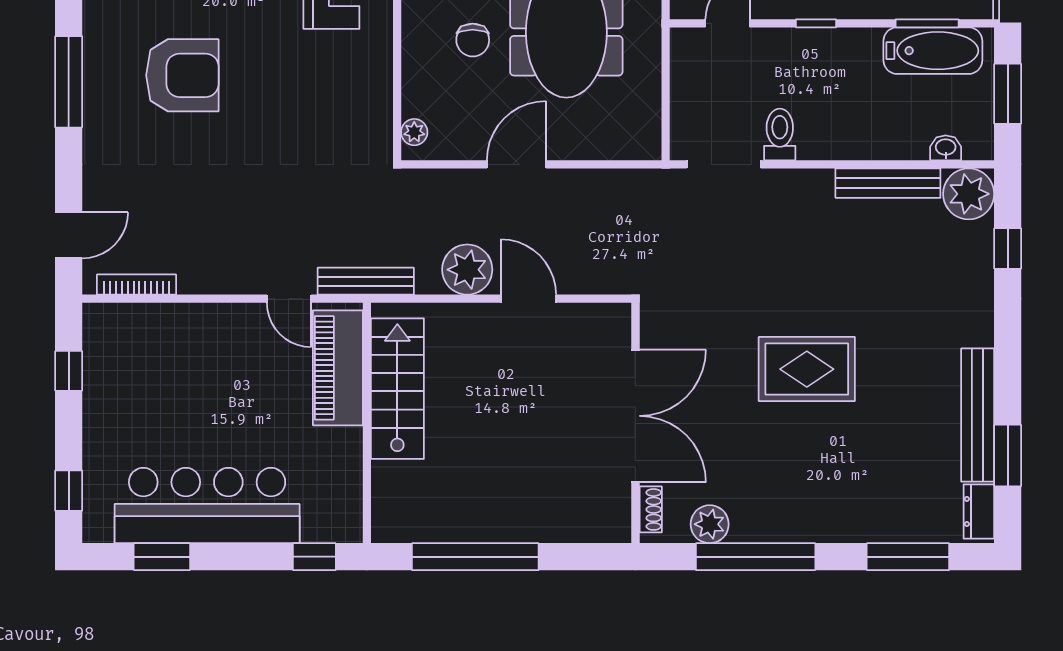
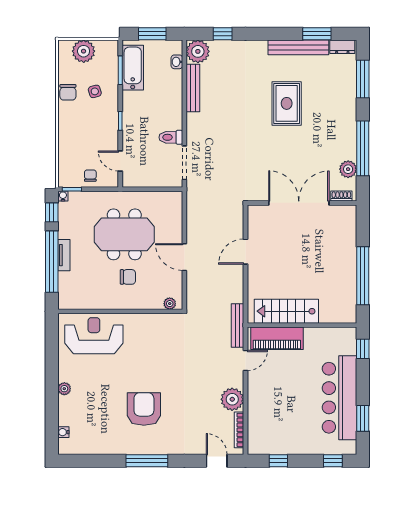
plant: (467, 270) -> (232, 399), moved
rug: (807, 369) -> (287, 103), moved

